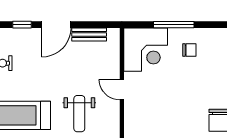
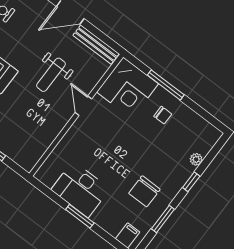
bench: (89, 34) -> (96, 45), width x1.36
weight bench: (79, 114) -> (51, 75), moved

